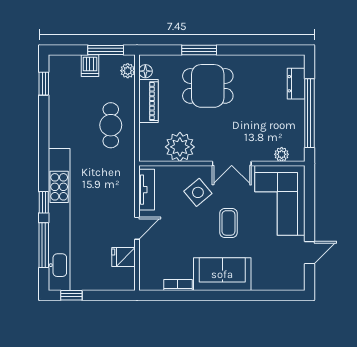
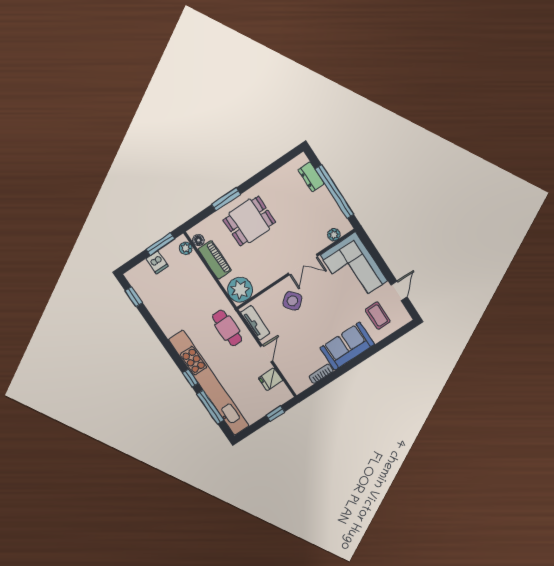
cafe table: (111, 125) -> (227, 328), moved
plant: (180, 147) -> (240, 290), moved
coffee table: (228, 223) -> (378, 316), moved
window: (71, 295) -> (275, 413), moved

